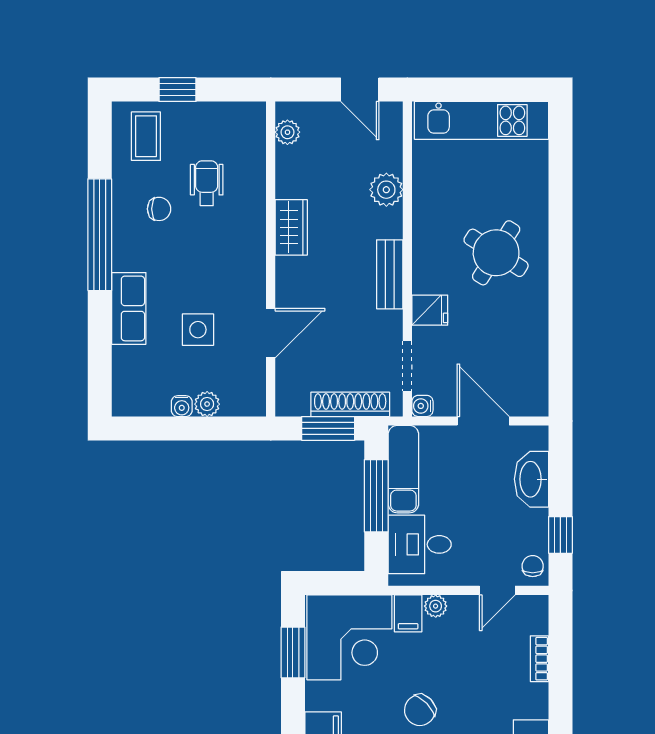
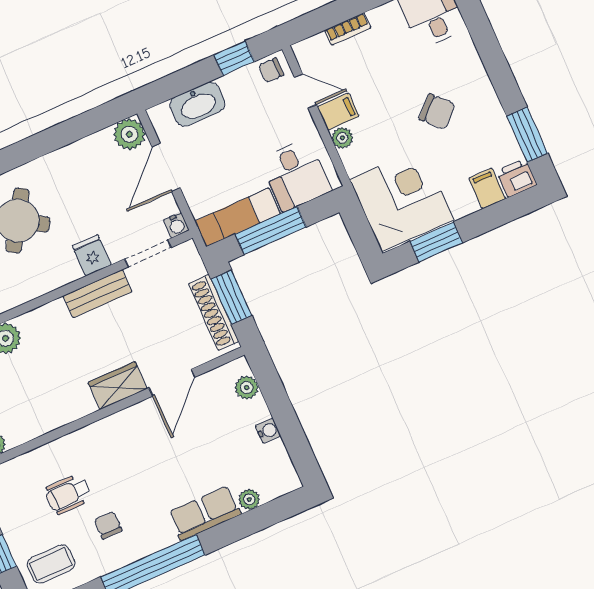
wardrobe: (291, 227) -> (118, 386), moved
bench: (390, 274) -> (98, 294), moved
side table: (198, 330) -> (197, 446), removed
door: (271, 333) -> (172, 383), swing flipped
plant: (123, 358) -> (249, 499), added
plant: (532, 400) -> (129, 134), added
plant: (207, 404) -> (247, 388), moved
shoe rack: (350, 404) -> (214, 313), moved
filing cabinet: (408, 613) -> (338, 112), moved

